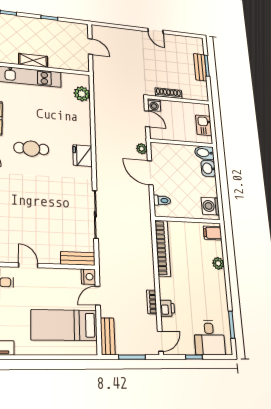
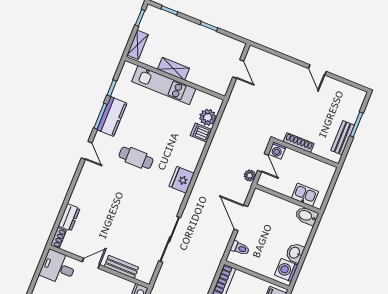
bench: (200, 67) -> (343, 138), moved
dishwasher: (82, 109) -> (201, 133), added
kitchen sink: (204, 125) -> (305, 195), moved, turned 90
plant: (142, 149) -> (250, 175), moved
washbasin: (208, 168) -> (295, 253), moved
bench: (78, 258) -> (121, 267), moved
door: (28, 265) -> (91, 263), hinge flipped

